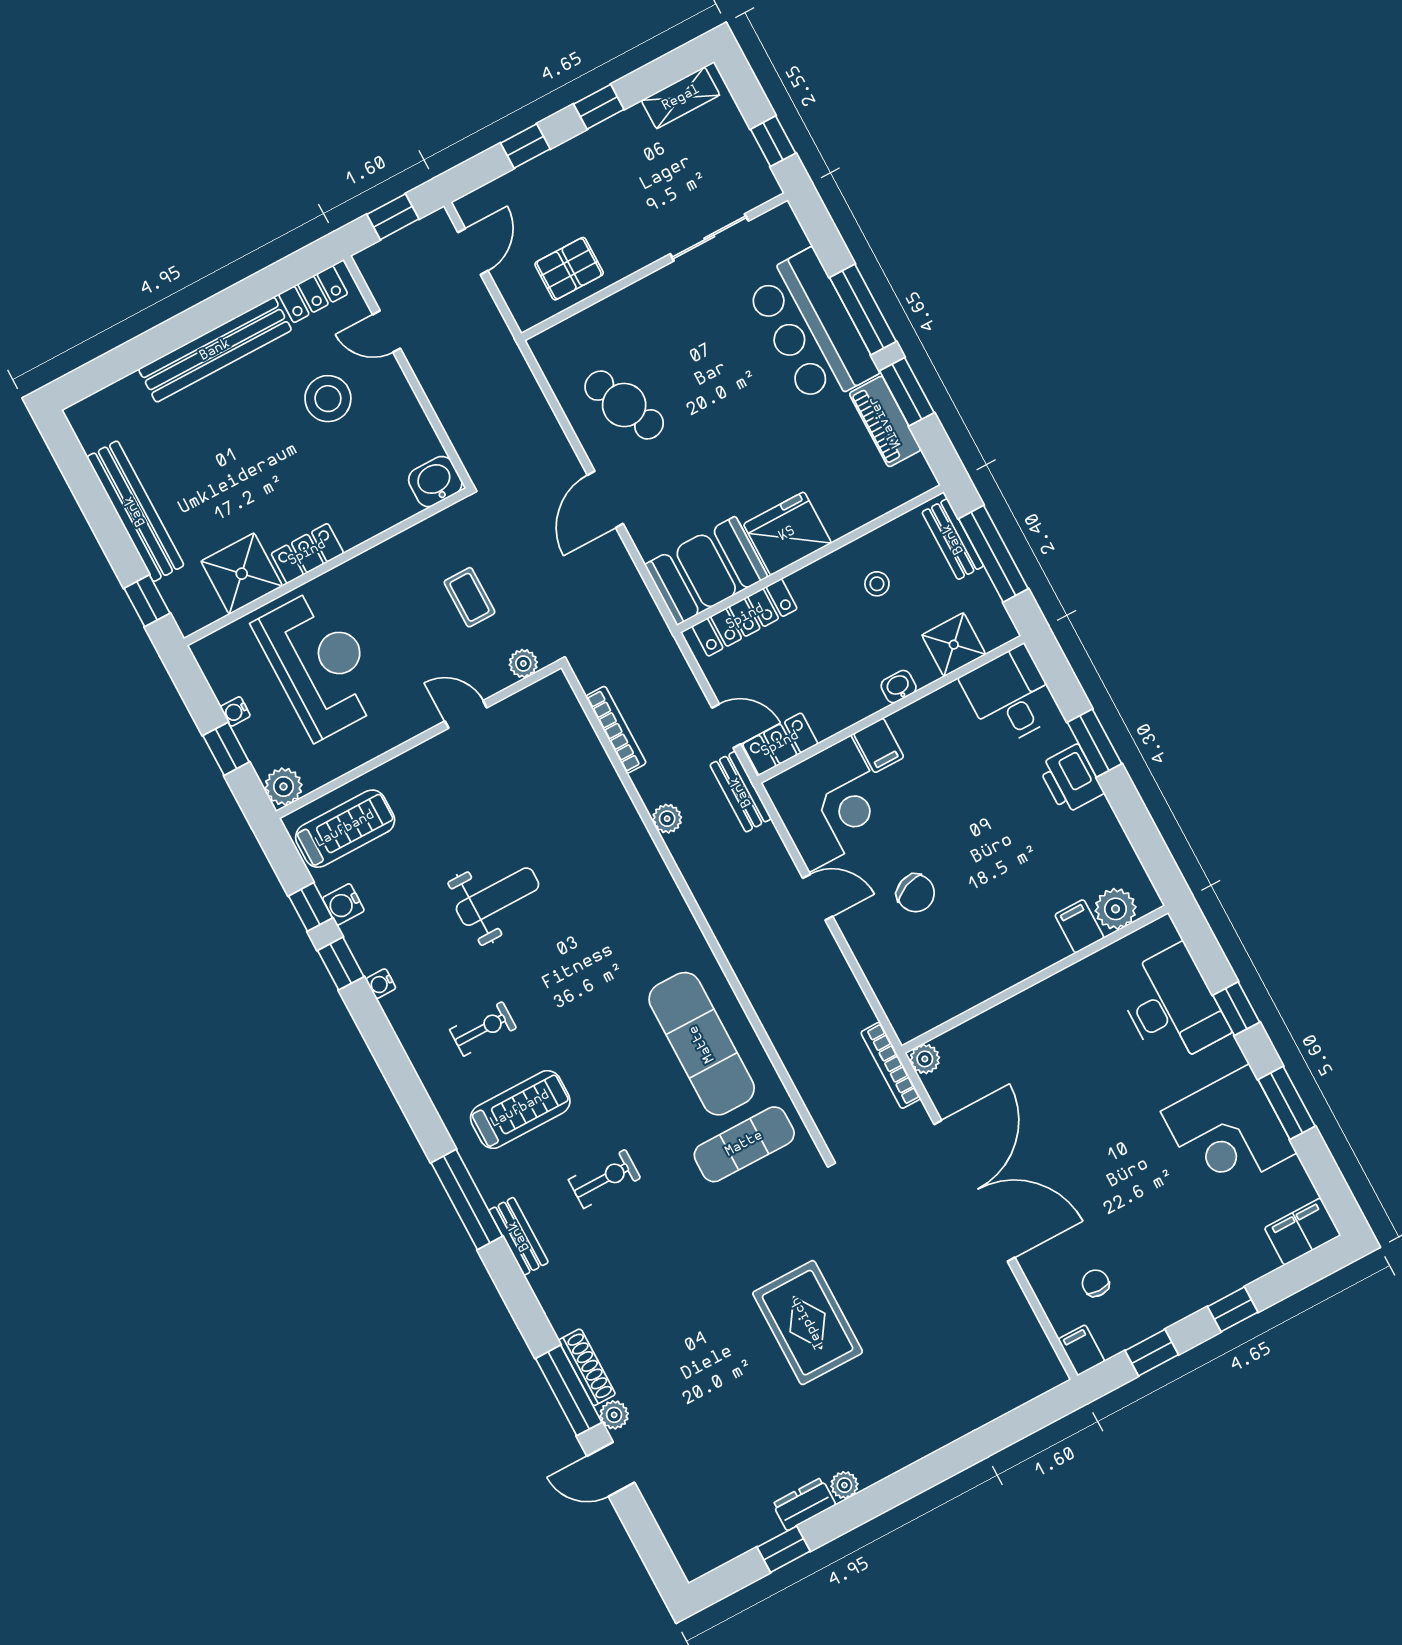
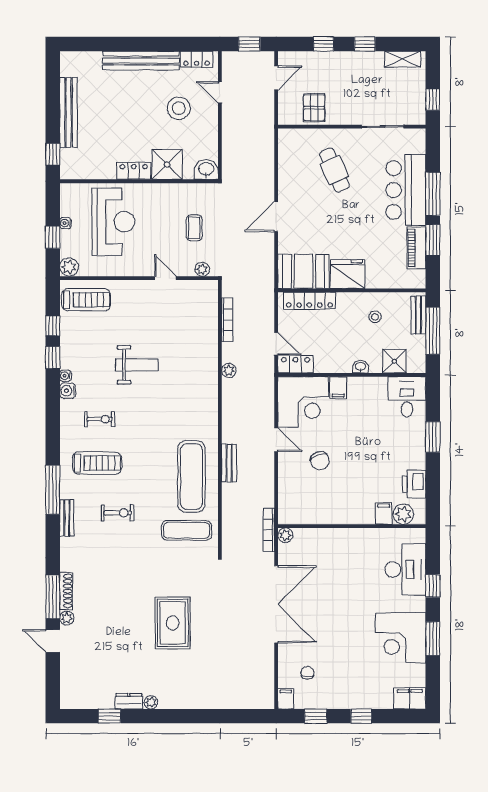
pallet: (569, 269) -> (314, 108), turned 90
cafe table: (624, 405) -> (334, 170), moved
shower: (242, 574) -> (167, 164), moved
printer: (1071, 779) -> (414, 484), moved
bench: (741, 792) -> (229, 463), moved
water cooler: (343, 904) -> (68, 391), moved

